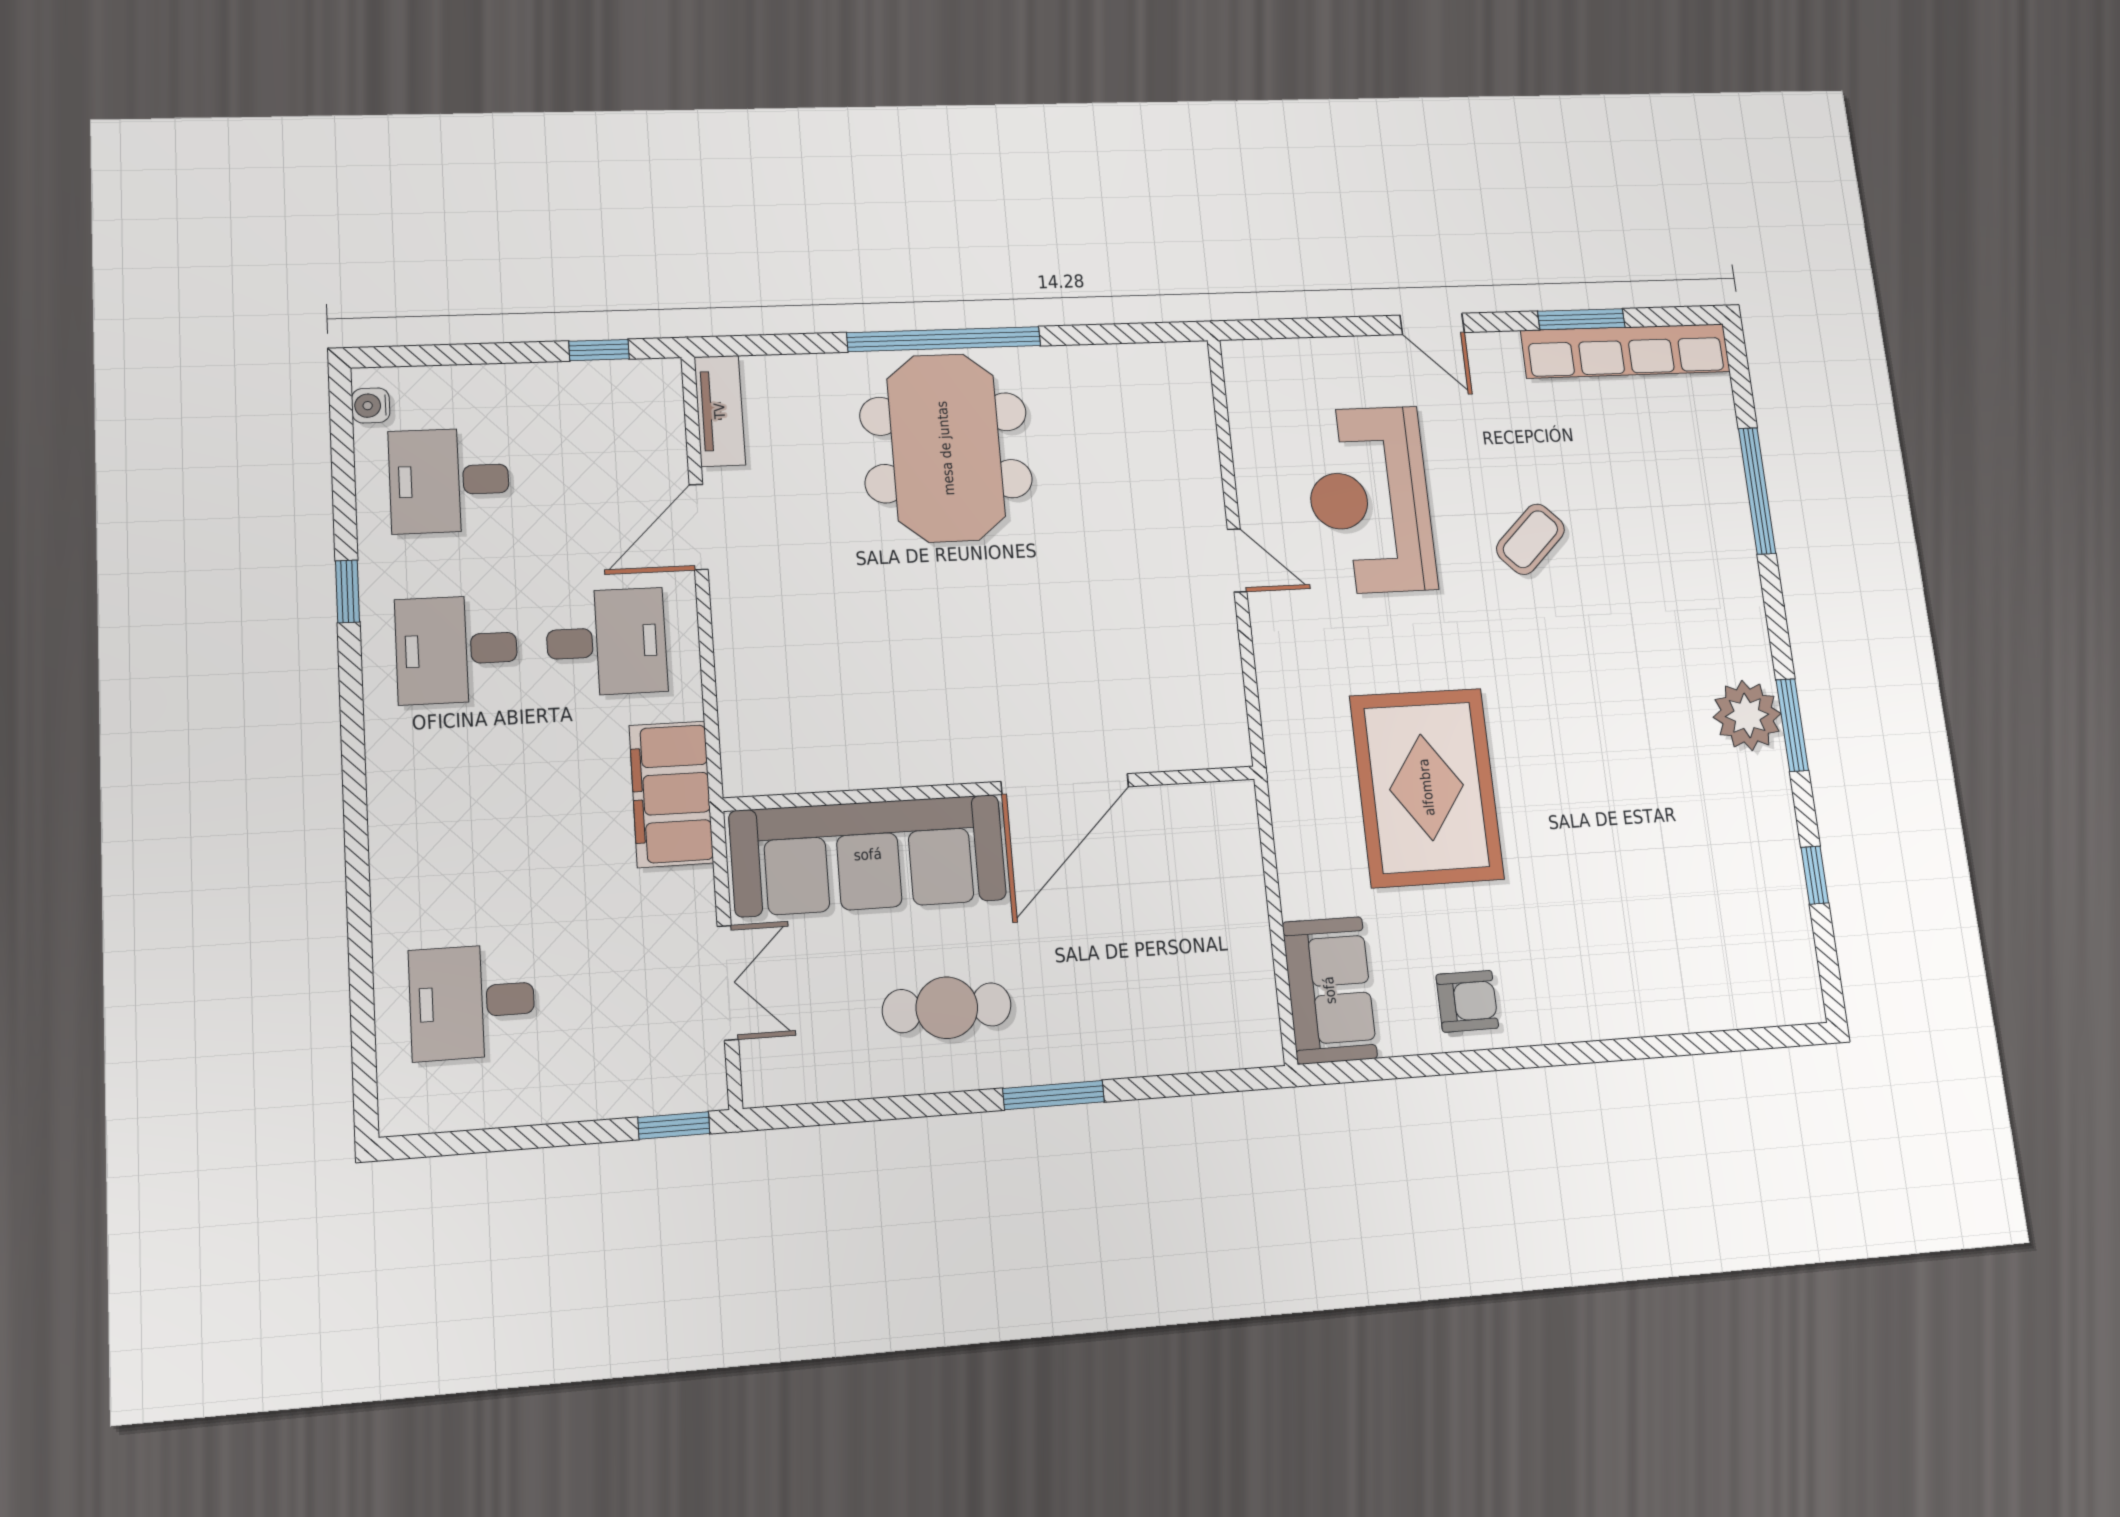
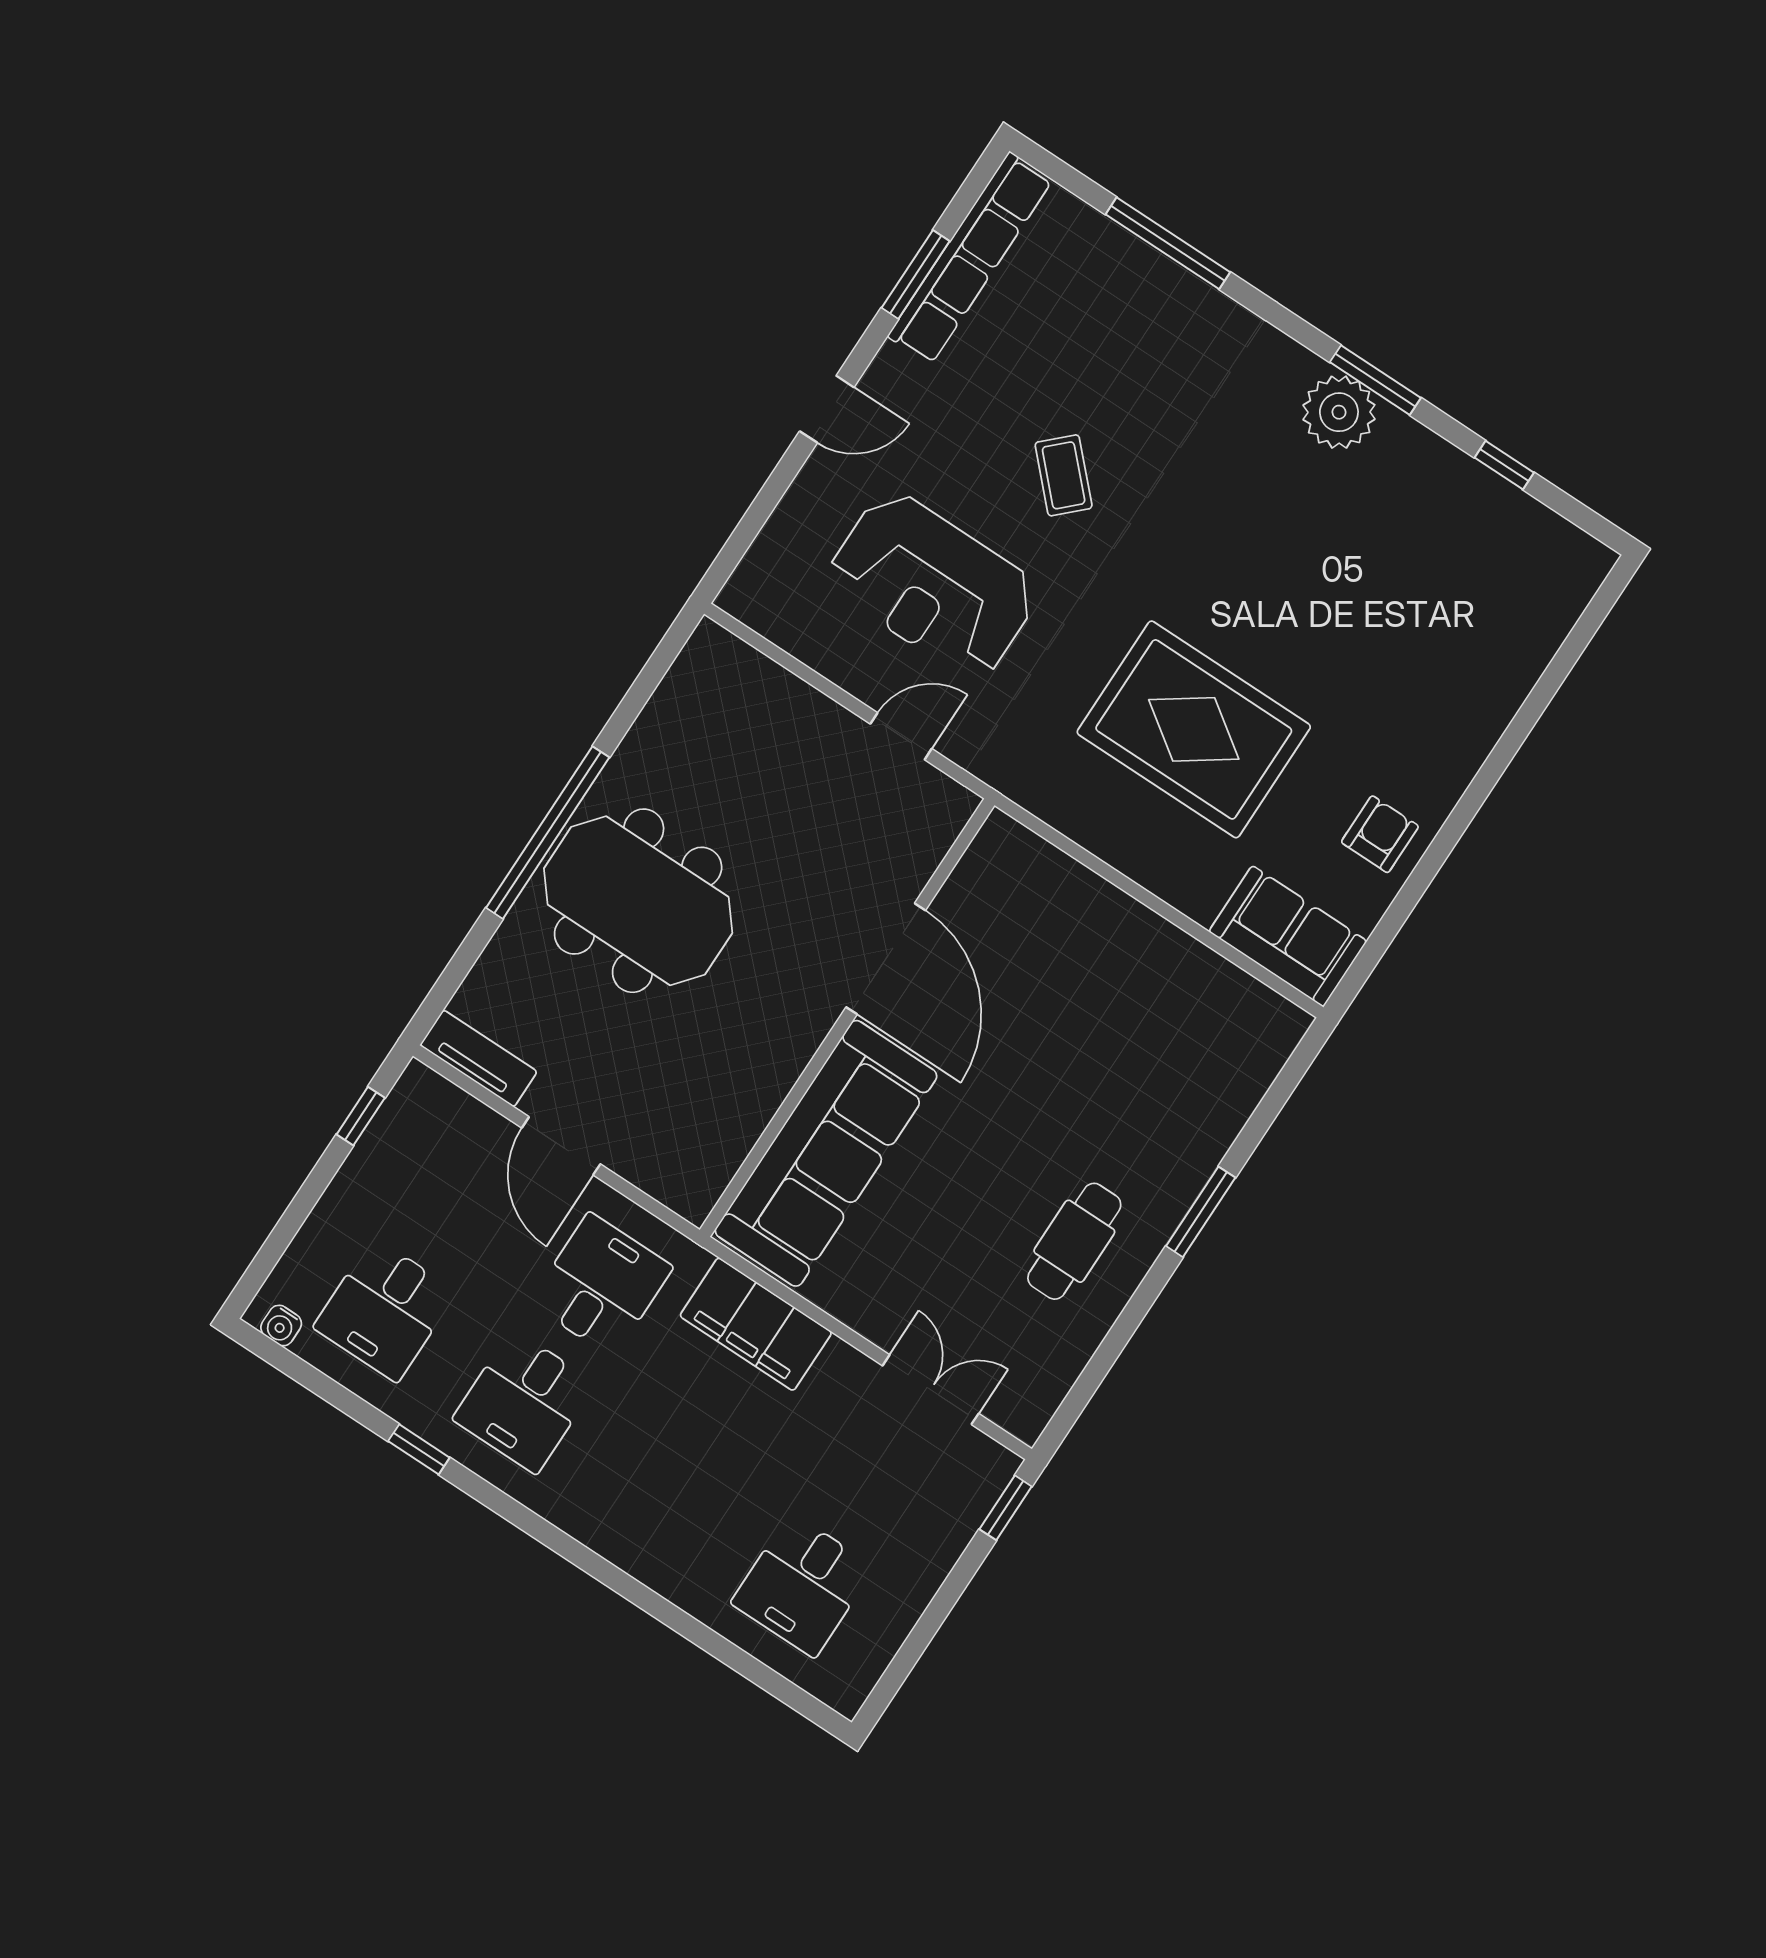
door: (1065, 784) -> (886, 959), moved
wall: (993, 788) -> (847, 1018), moved
sofa: (868, 855) -> (826, 1153), moved

